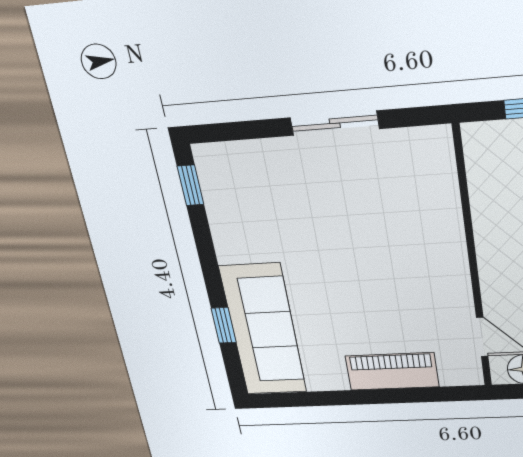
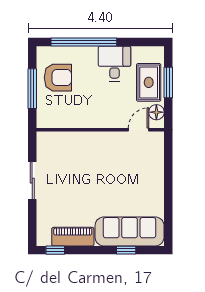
piano: (392, 371) -> (73, 237), moved, turned 90

